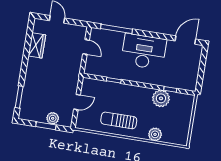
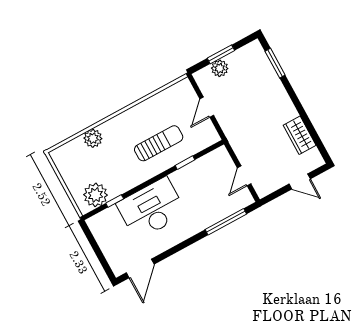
door: (86, 47) -> (244, 176), hinge flipped
desk: (144, 52) -> (151, 209), moved, turned 180
plant: (161, 98) -> (95, 195), moved
sun lounger: (119, 120) -> (159, 143), moved

